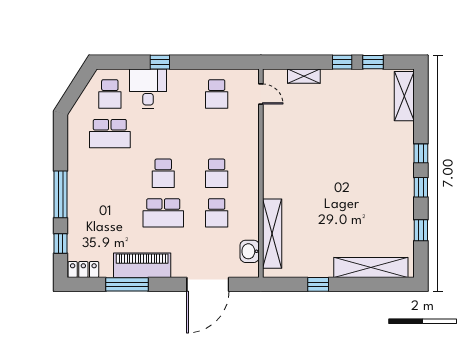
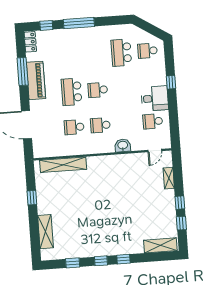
desk: (148, 89) -> (155, 98), moved
washbasin: (250, 251) -> (123, 145), moved
shelving: (371, 268) -> (46, 232), width x0.68

